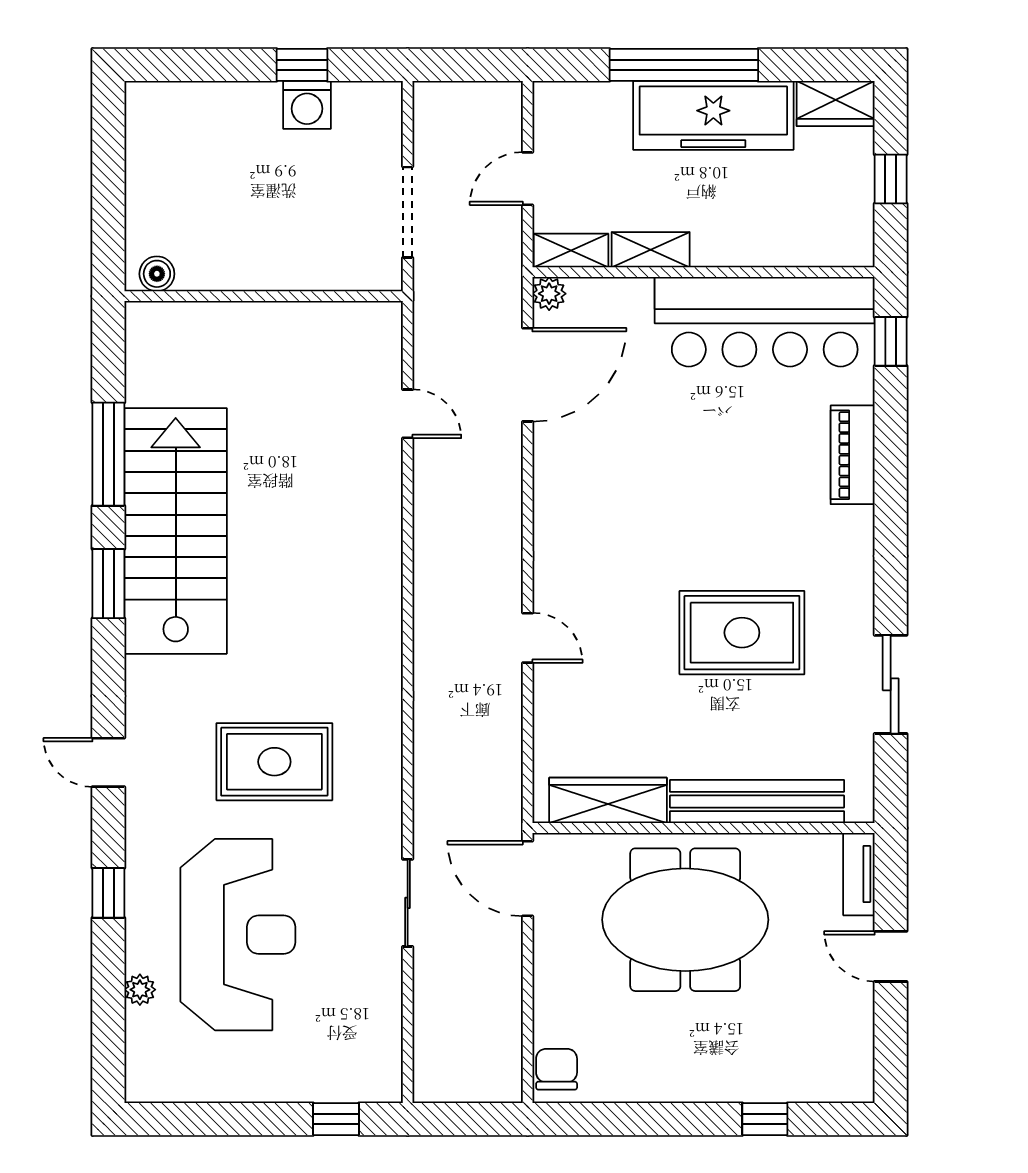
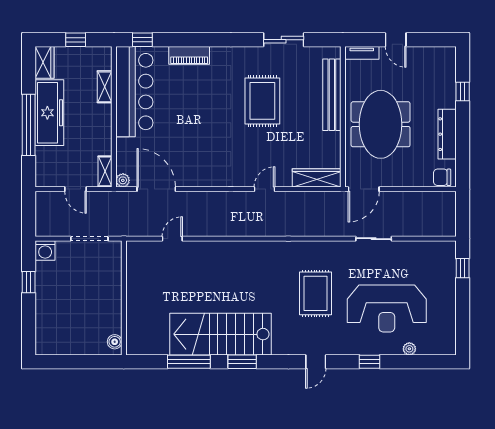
washing machine: (307, 105) -> (45, 250), moved, turned 90
shelving: (651, 250) -> (105, 87), moved
wardrobe: (608, 800) -> (317, 178), moved, turned 90
reception desk: (238, 935) -> (387, 309), turned 180
door: (891, 956) -> (396, 40), hinge flipped
dresser: (661, 1081) -> (447, 134), added

